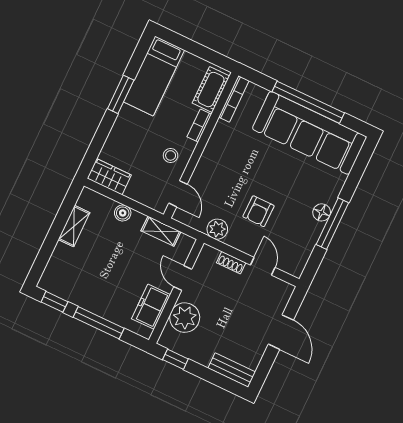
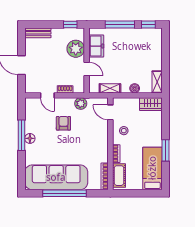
shelving: (74, 226) -> (157, 82), moved

